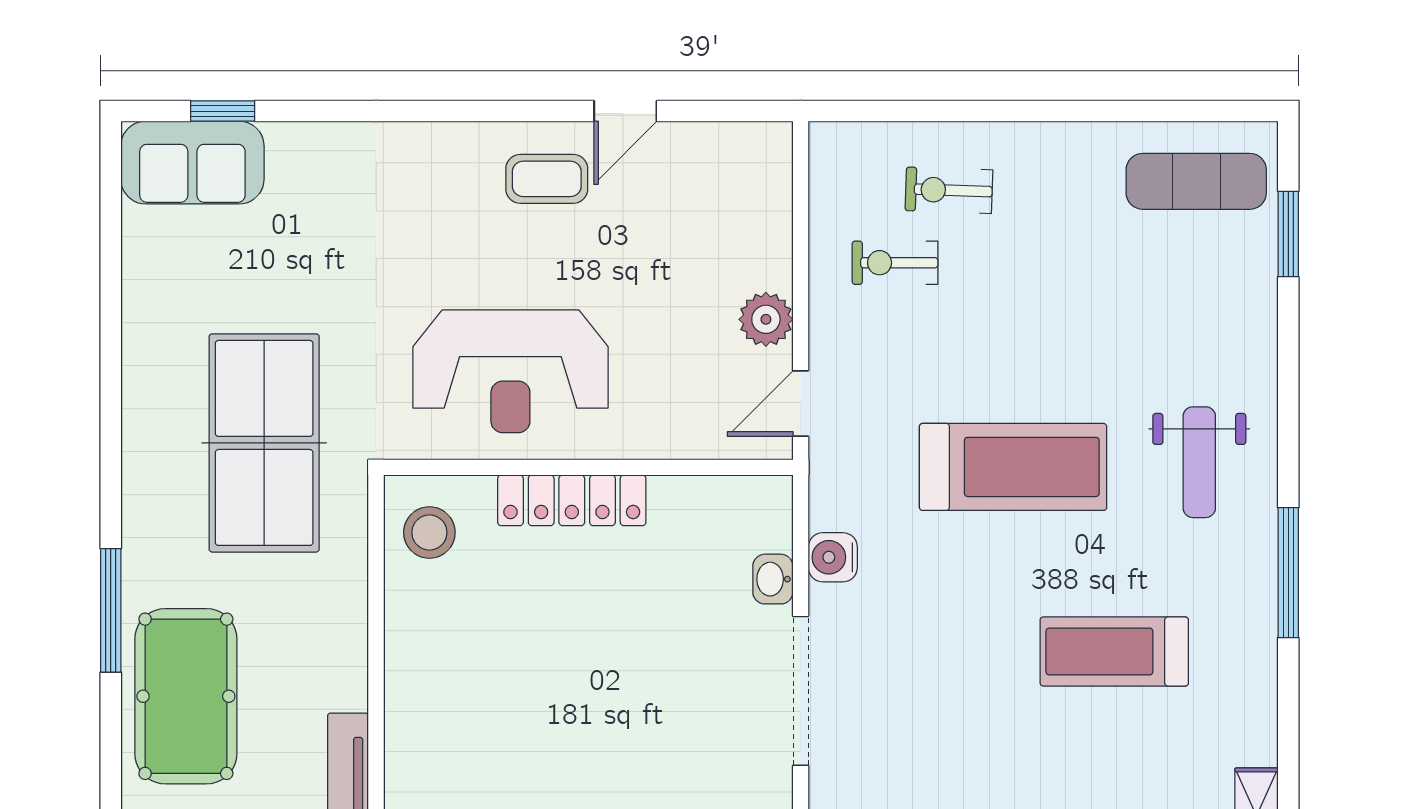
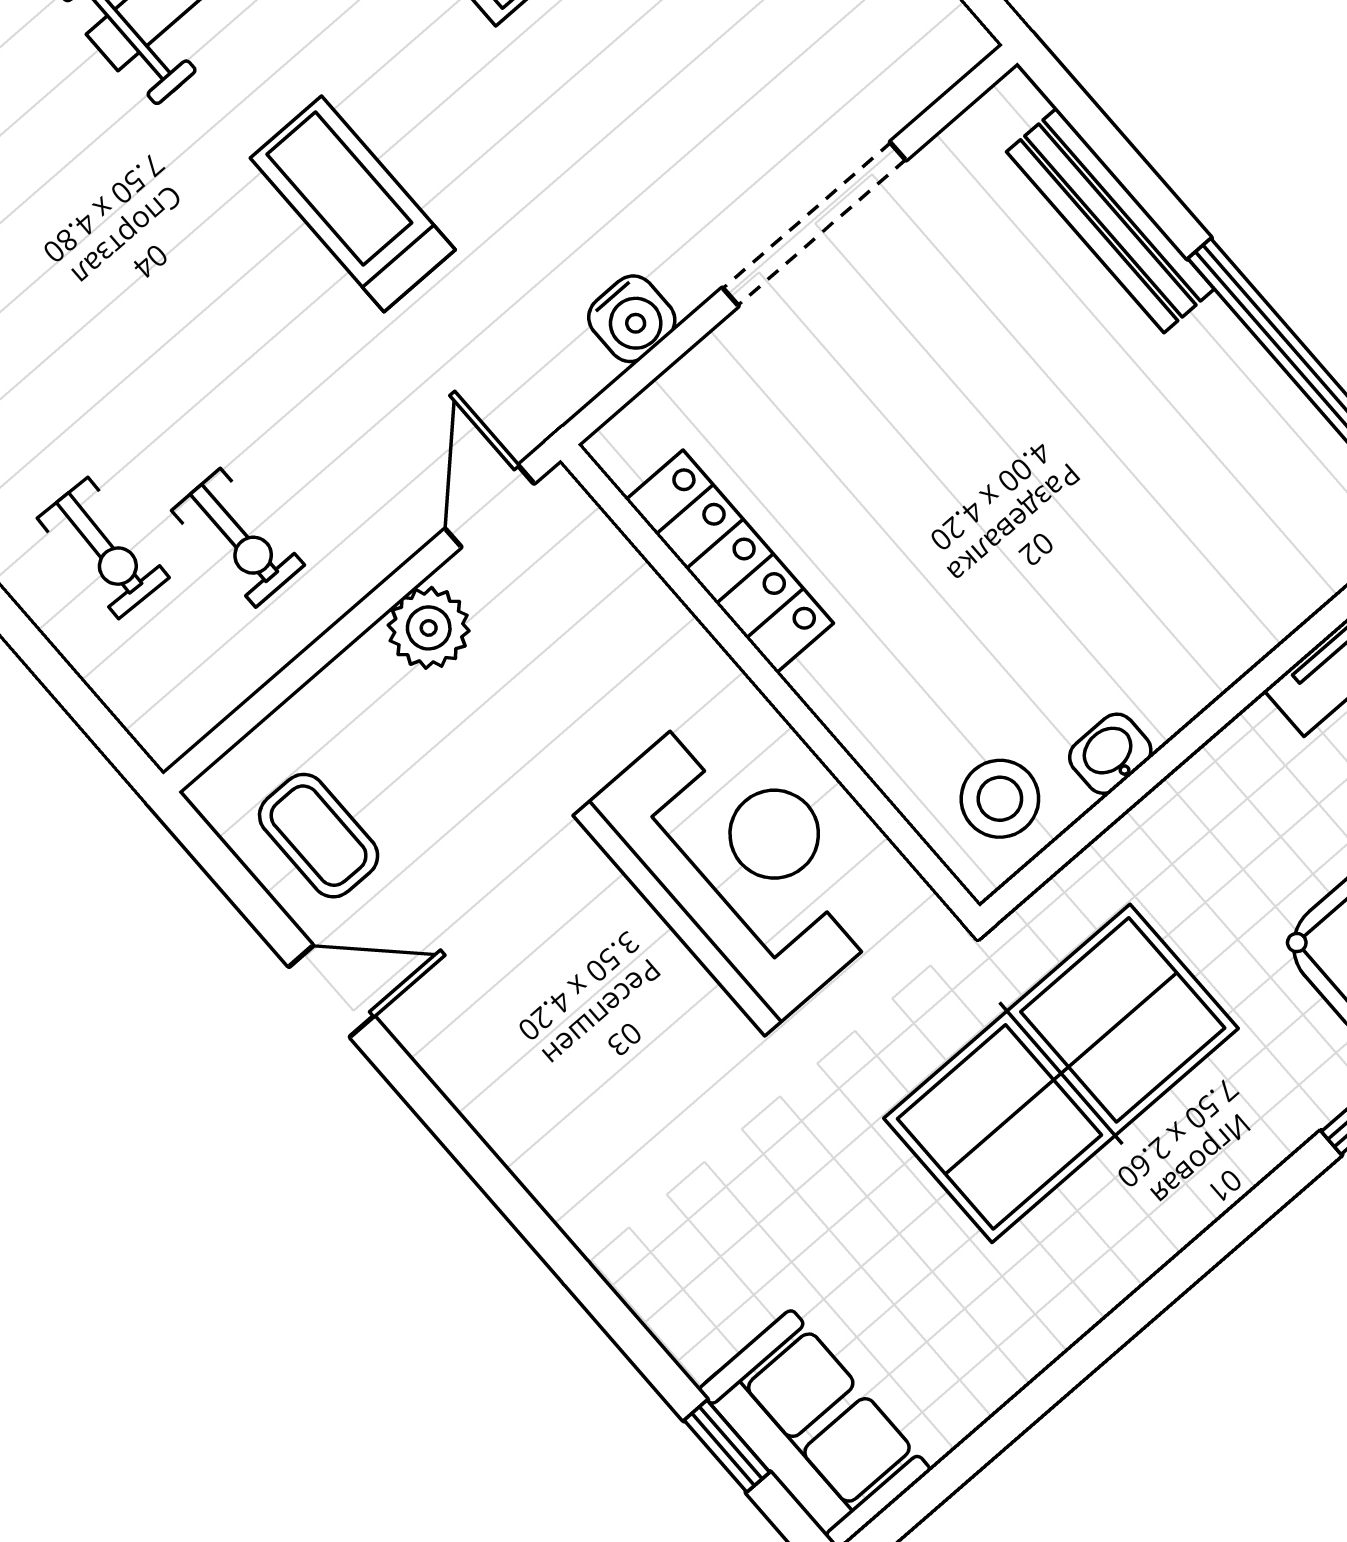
coffee table: (547, 179) -> (319, 836), moved
door: (801, 403) -> (490, 506), swing flipped
treadmill: (1013, 467) -> (353, 204), width x0.73, depth x0.73
locker: (572, 500) -> (730, 561), moved
washbasin: (773, 579) -> (1110, 754), moved, turned 180

